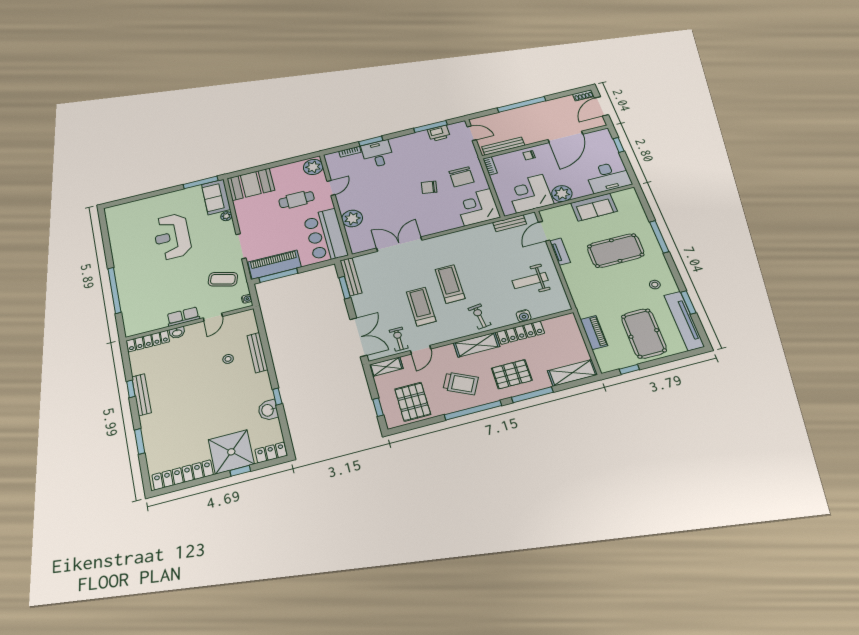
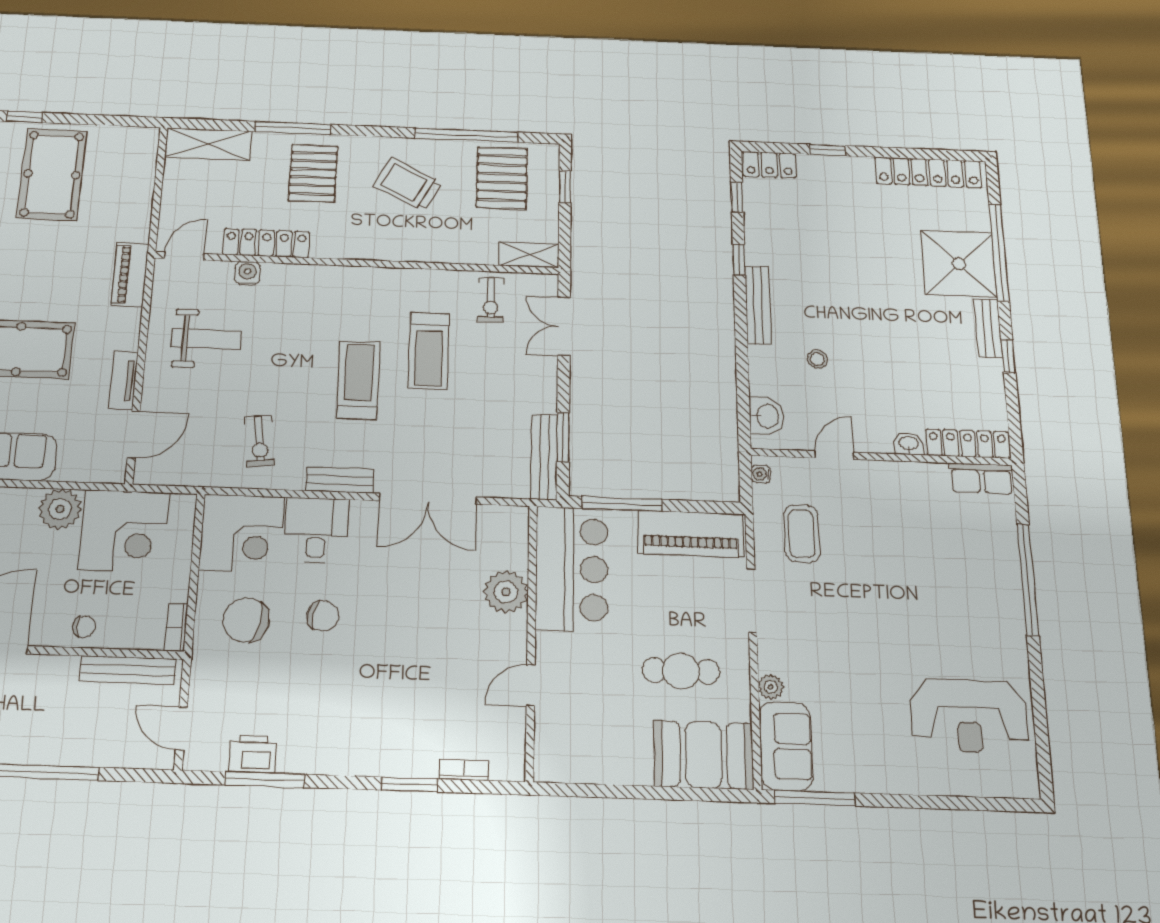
desk: (378, 154) -> (316, 530), moved, turned 180
plant: (313, 167) -> (556, 756), removed
chair: (462, 177) -> (246, 620), turned -78
cafe table: (297, 200) -> (681, 671), moved
bench: (510, 223) -> (340, 480), moved
reception desk: (172, 237) -> (969, 716), moved, turned 90
window: (278, 275) -> (622, 504), moved
coffee table: (223, 279) -> (802, 534), turned 73
treadmill: (450, 284) -> (358, 380), turned 180
exercise bike: (479, 316) -> (259, 441), moved
row of seats: (183, 317) -> (982, 478), moved
piano: (594, 332) -> (130, 274), moved
double door: (358, 337) -> (564, 326), width x0.73
shelving: (477, 345) -> (354, 245), removed
door: (421, 350) -> (184, 256), moved
bench: (257, 353) -> (758, 305), moved
window: (629, 369) -> (24, 117), moved
pallet: (512, 374) -> (313, 173), turned 90
bench: (142, 395) -> (988, 328), width x0.73
washbasin: (268, 410) -> (767, 416), moved
window: (473, 410) -> (467, 135), moved
window: (285, 429) -> (737, 197), added
window: (140, 441) -> (999, 253), width x2.11
shower: (231, 452) -> (959, 264), moved

